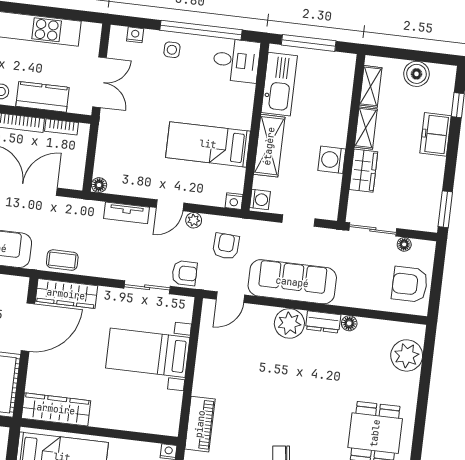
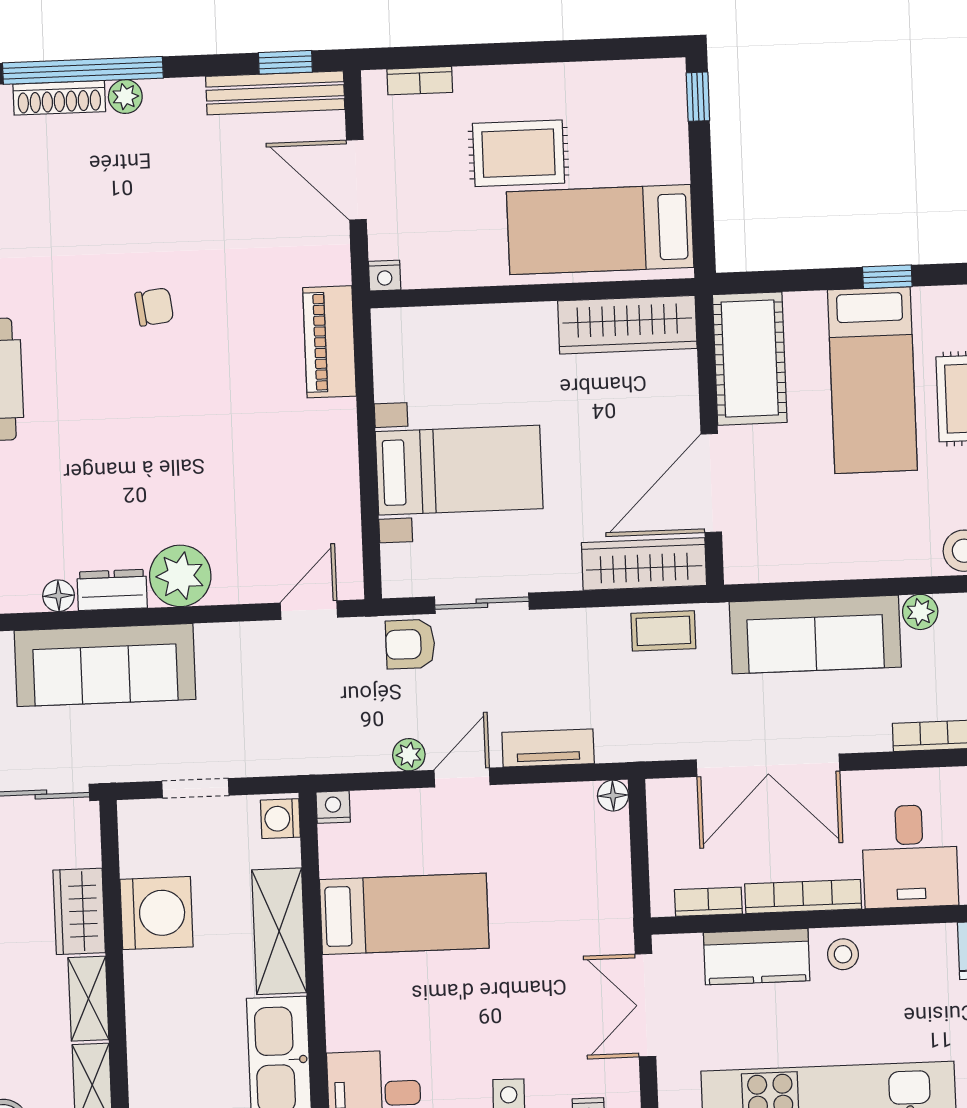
washing machine: (332, 160) -> (156, 913), width x1.37, depth x1.37
armchair: (226, 246) -> (335, 713), removed
sofa: (292, 282) -> (105, 665), moved

